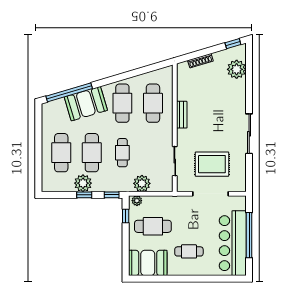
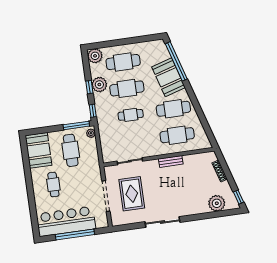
plant: (142, 183) -> (95, 56), moved
window: (126, 216) -> (76, 125), width x2.17

